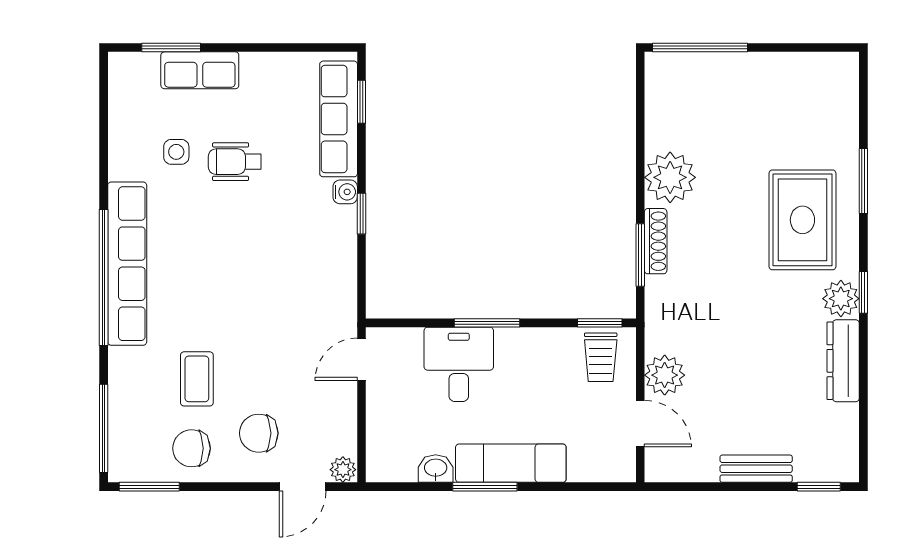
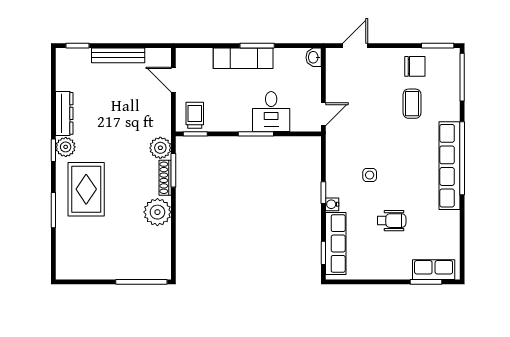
row of seats: (200, 70) -> (434, 270), moved
side table: (176, 152) -> (370, 175), moved
plant: (665, 375) -> (160, 148), moved
chair: (259, 433) -> (379, 74), removed
washbasin: (436, 468) -> (314, 57), moved, turned 90
bench: (756, 469) -> (118, 55), width x1.36
plant: (343, 470) -> (333, 55), removed

